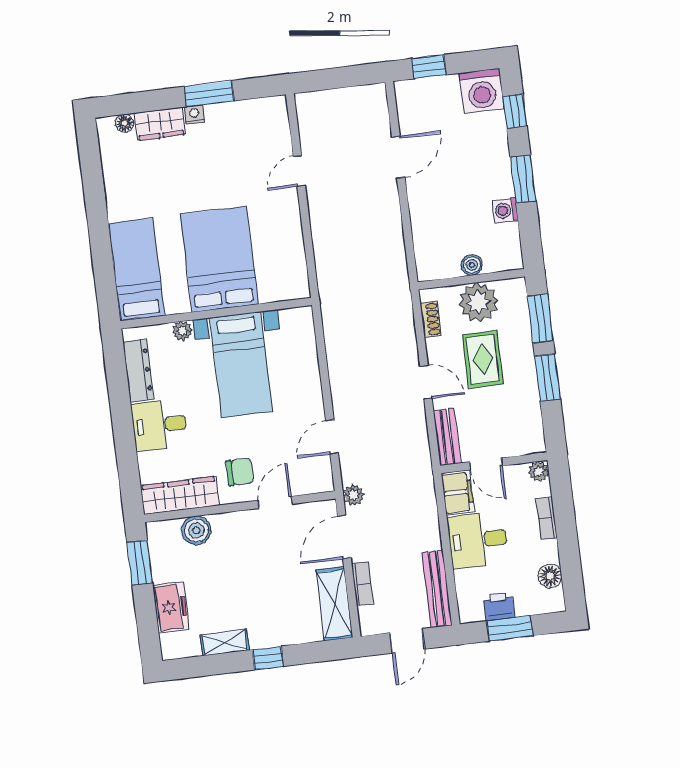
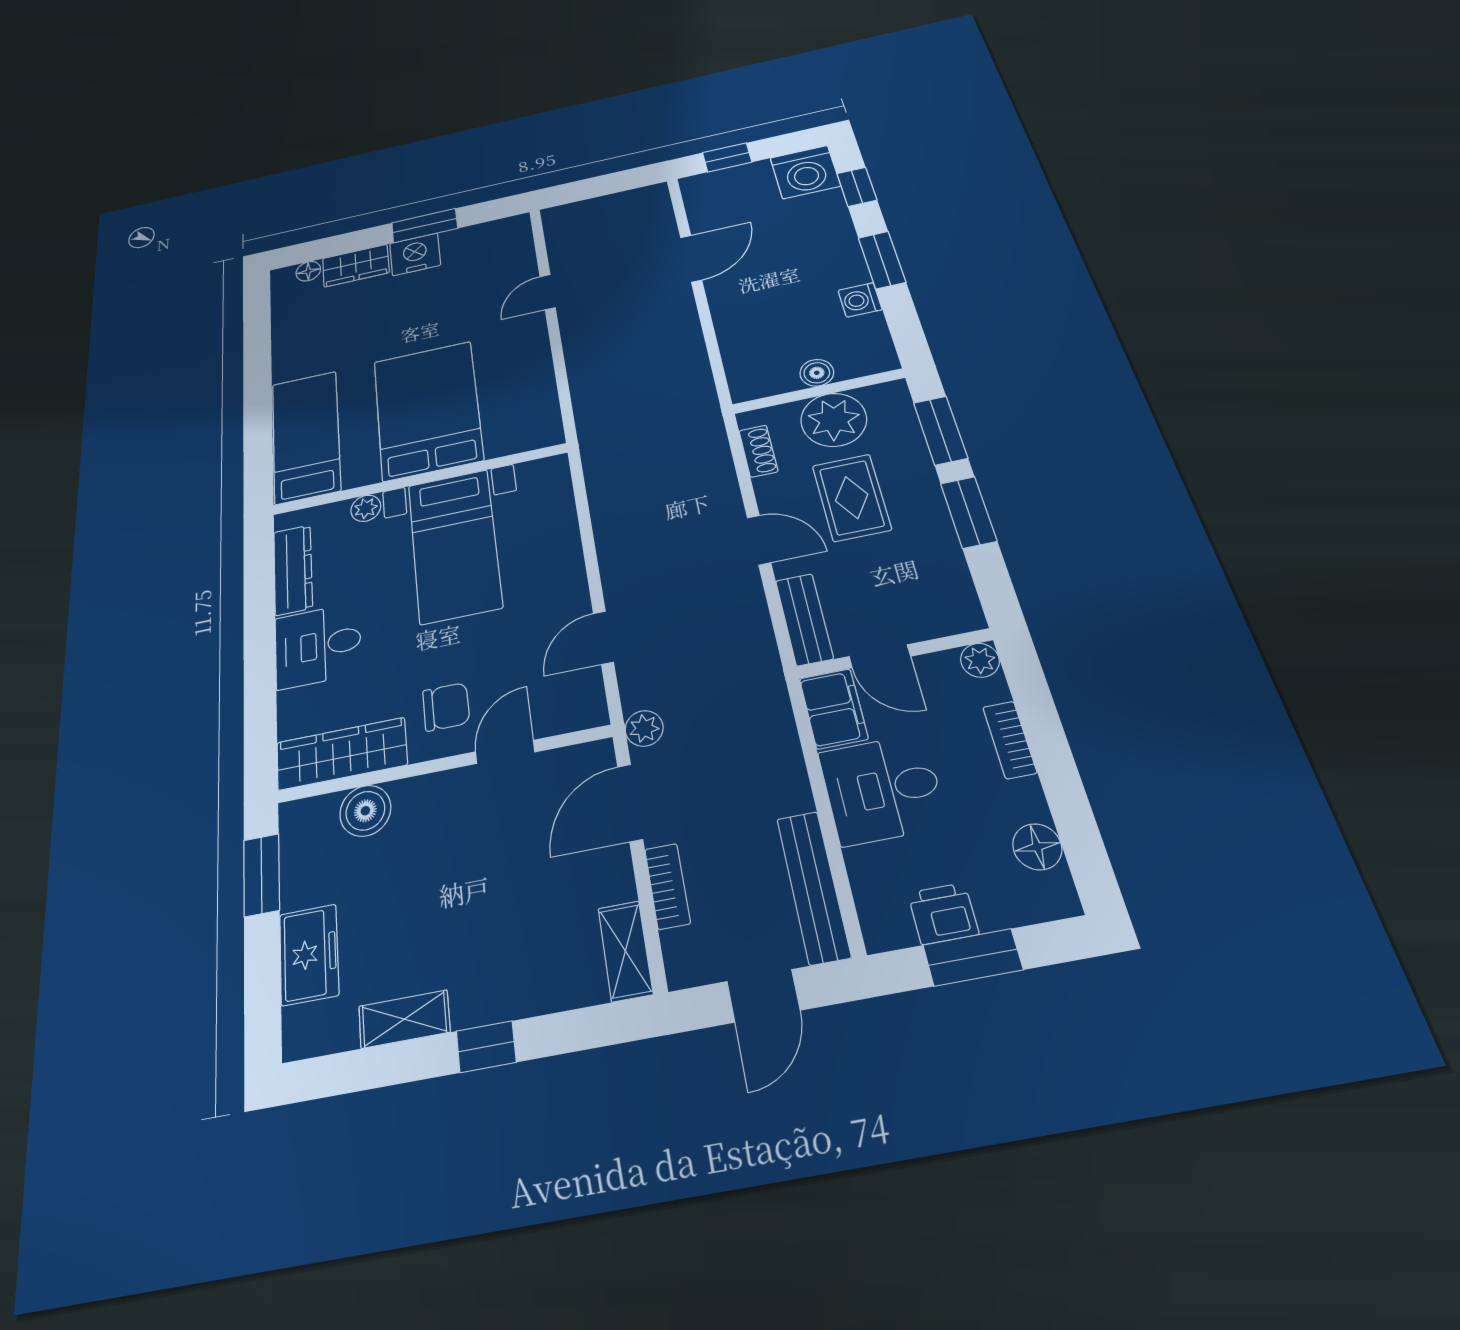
nightstand: (194, 114) -> (415, 254), width x1.89, depth x1.79
shelving: (334, 604) -> (625, 951), width x0.67, depth x0.75

